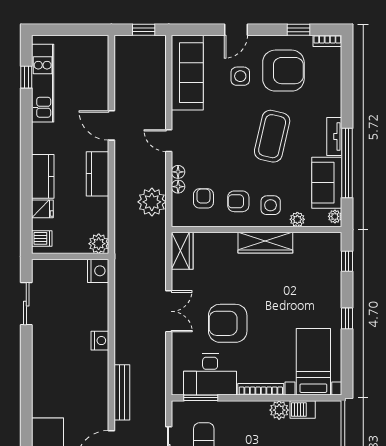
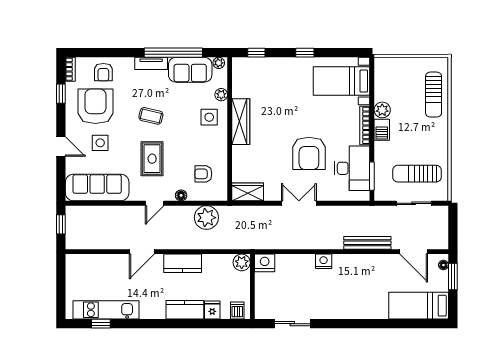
coffee table: (272, 136) -> (151, 116), width x0.54, depth x0.58
rug: (221, 138) -> (152, 159), added
floor lamp: (178, 187) -> (193, 195), removed
armchair: (238, 201) -> (103, 72), moved
barbecue: (303, 409) -> (382, 130), moved

